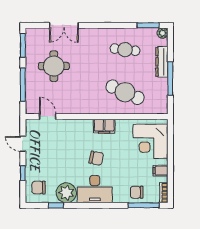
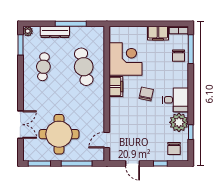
round table: (54, 66) -> (59, 134), width x1.36, depth x1.36
cafe table: (125, 92) -> (84, 67), turned -36
corner desk: (151, 141) -> (126, 59), moved, turned -90
door: (23, 144) -> (133, 163), hinge flipped
filing cabinet: (160, 171) -> (158, 33), width x2.00
desk: (95, 189) -> (175, 100), width x0.73

